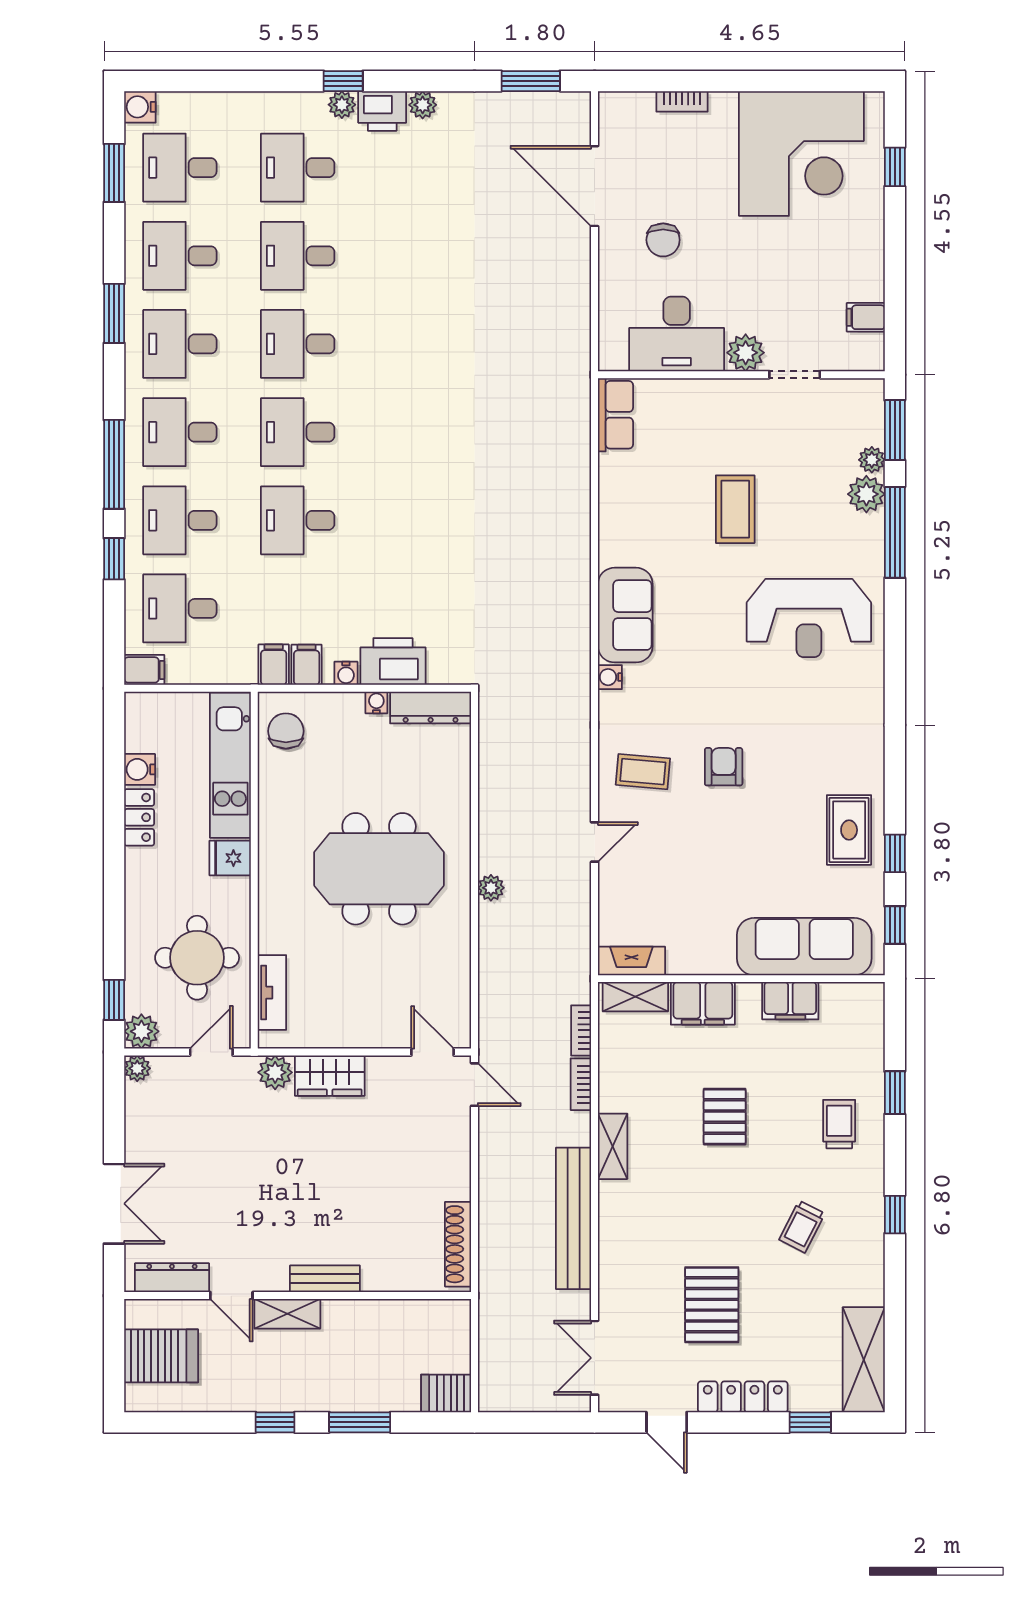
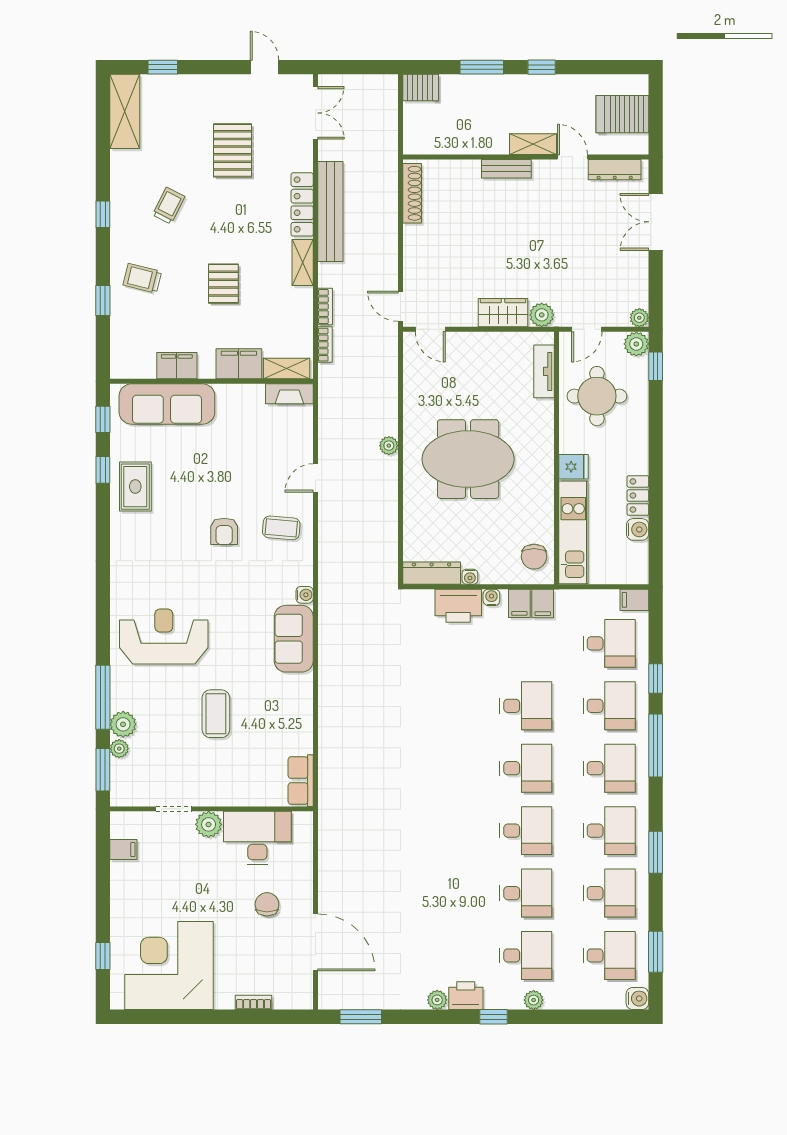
plant: (342, 105) -> (534, 1000), moved
trolley: (839, 1124) -> (142, 278), turned 104
locker: (743, 1397) -> (302, 204), moved, turned 90

